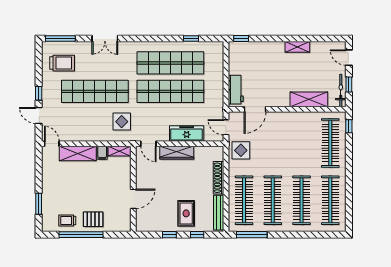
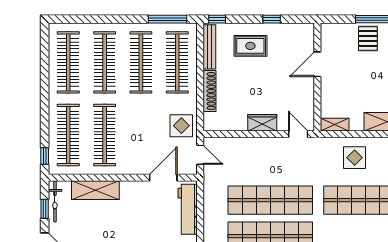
workbench: (236, 90) -> (188, 209), width x1.38
display table: (122, 122) -> (355, 158), moved
freezer: (187, 133) -> (250, 147), removed
clothes rail: (301, 143) -> (105, 135), added
filing cabinet: (102, 153) -> (356, 123), removed
wardrobe: (177, 153) -> (262, 123), width x0.67
rug: (186, 213) -> (250, 46), turned 90
pallet: (93, 219) -> (368, 38), turned 90
window: (197, 235) -> (217, 19), moved

